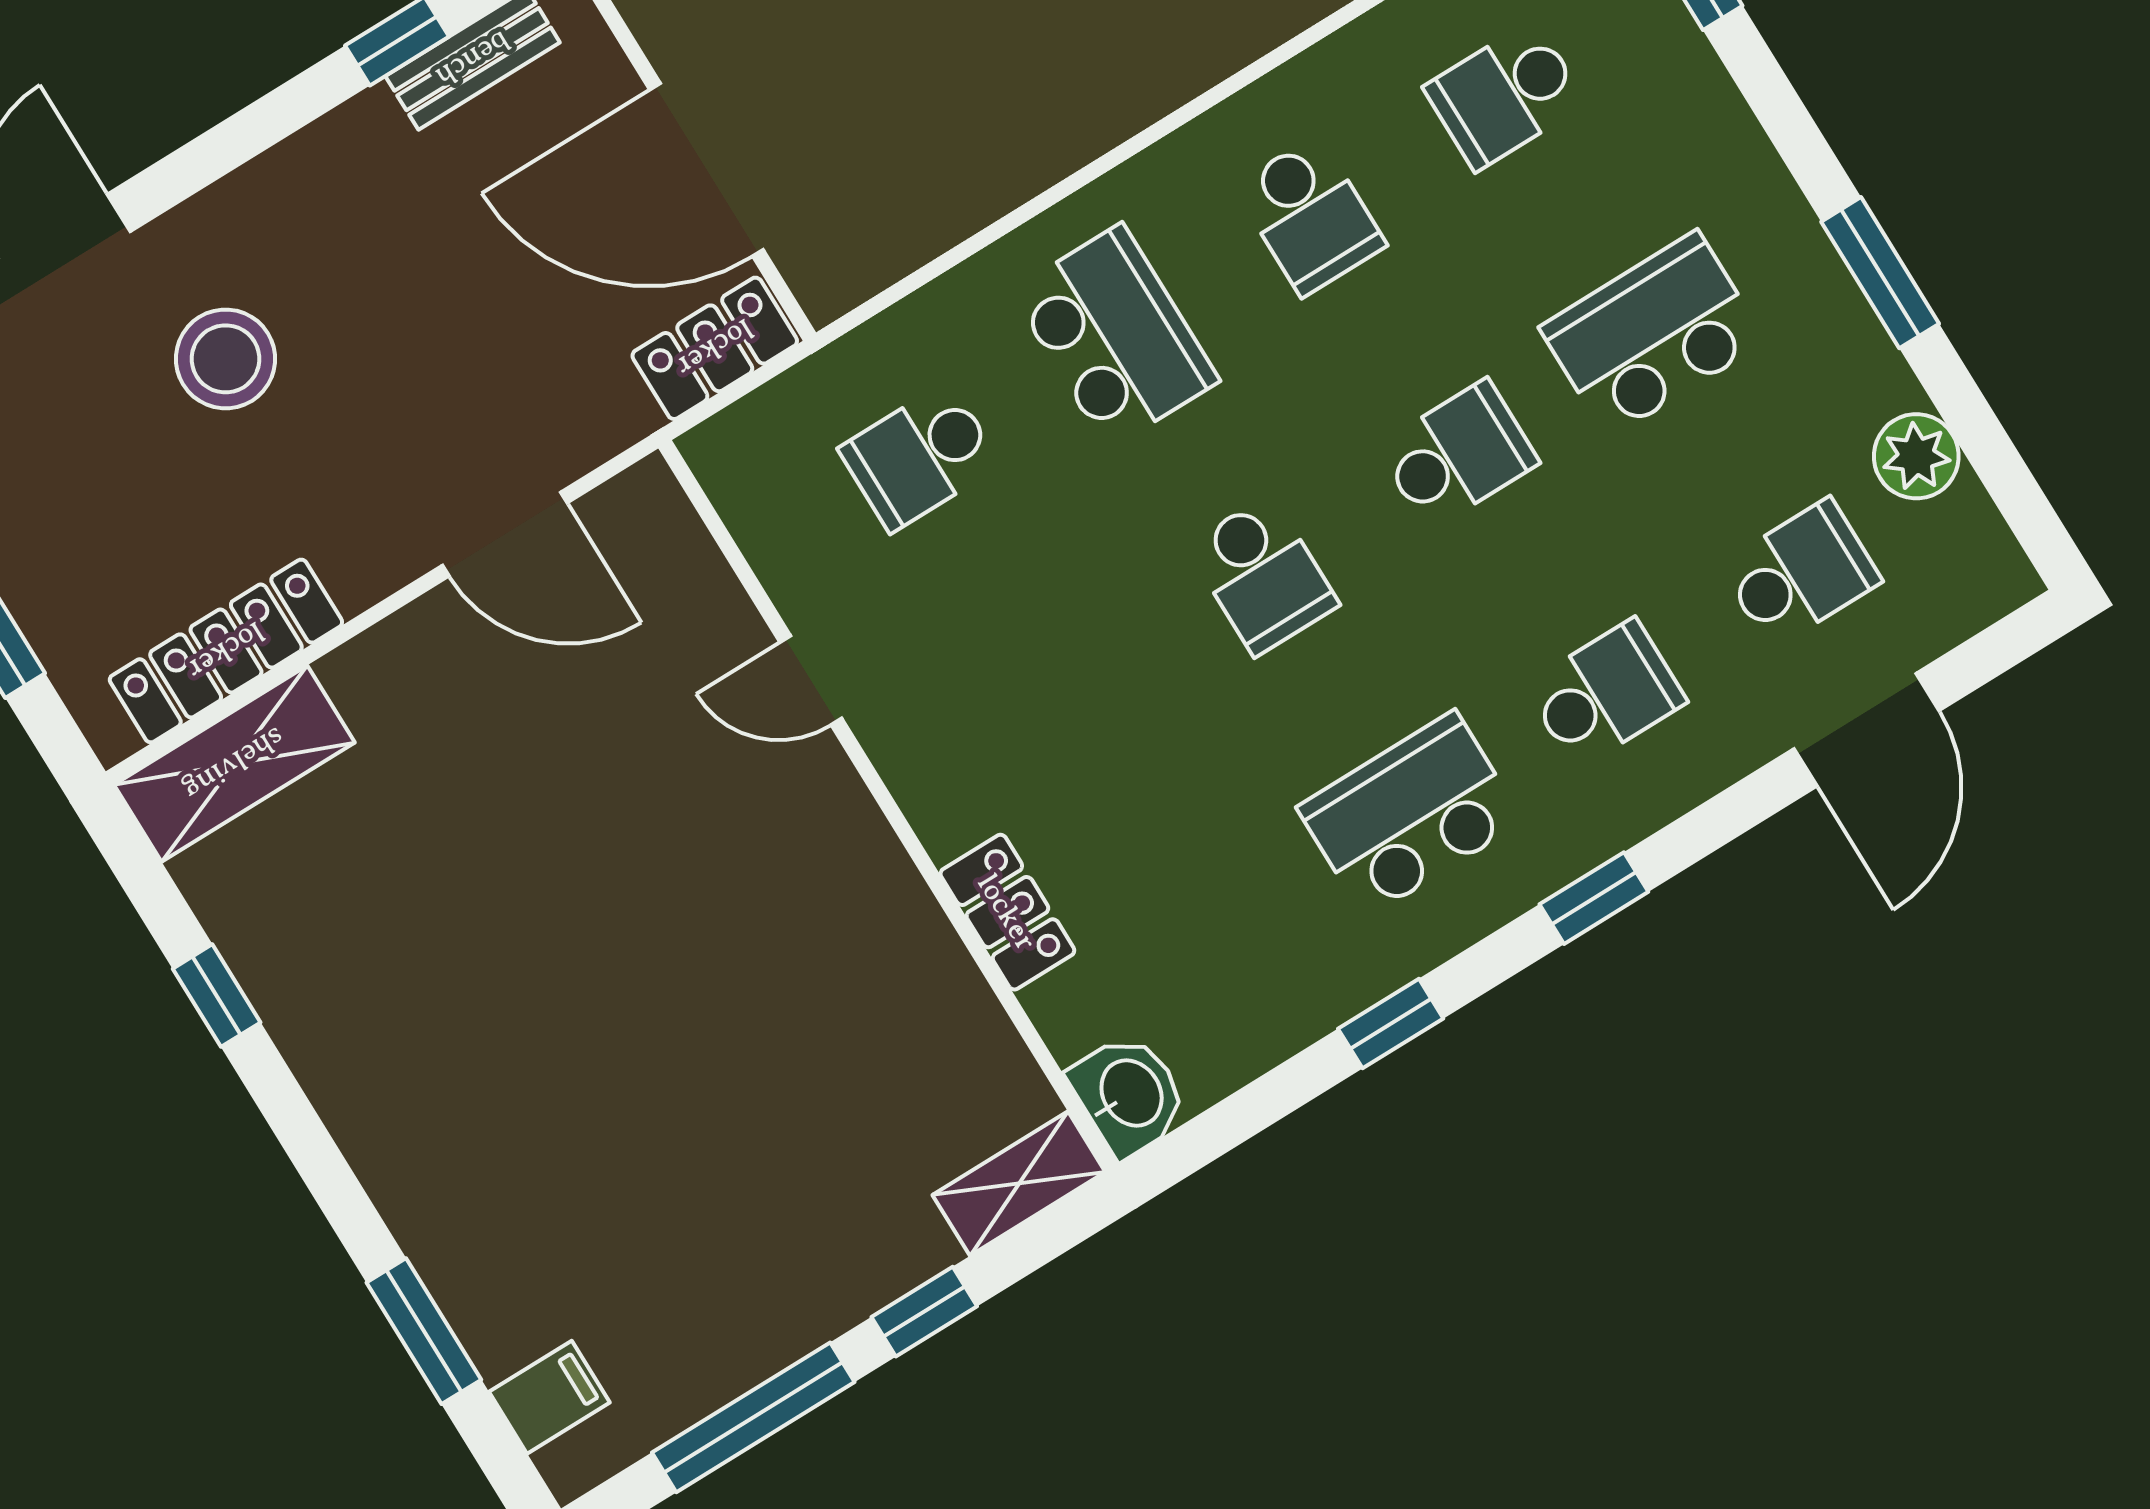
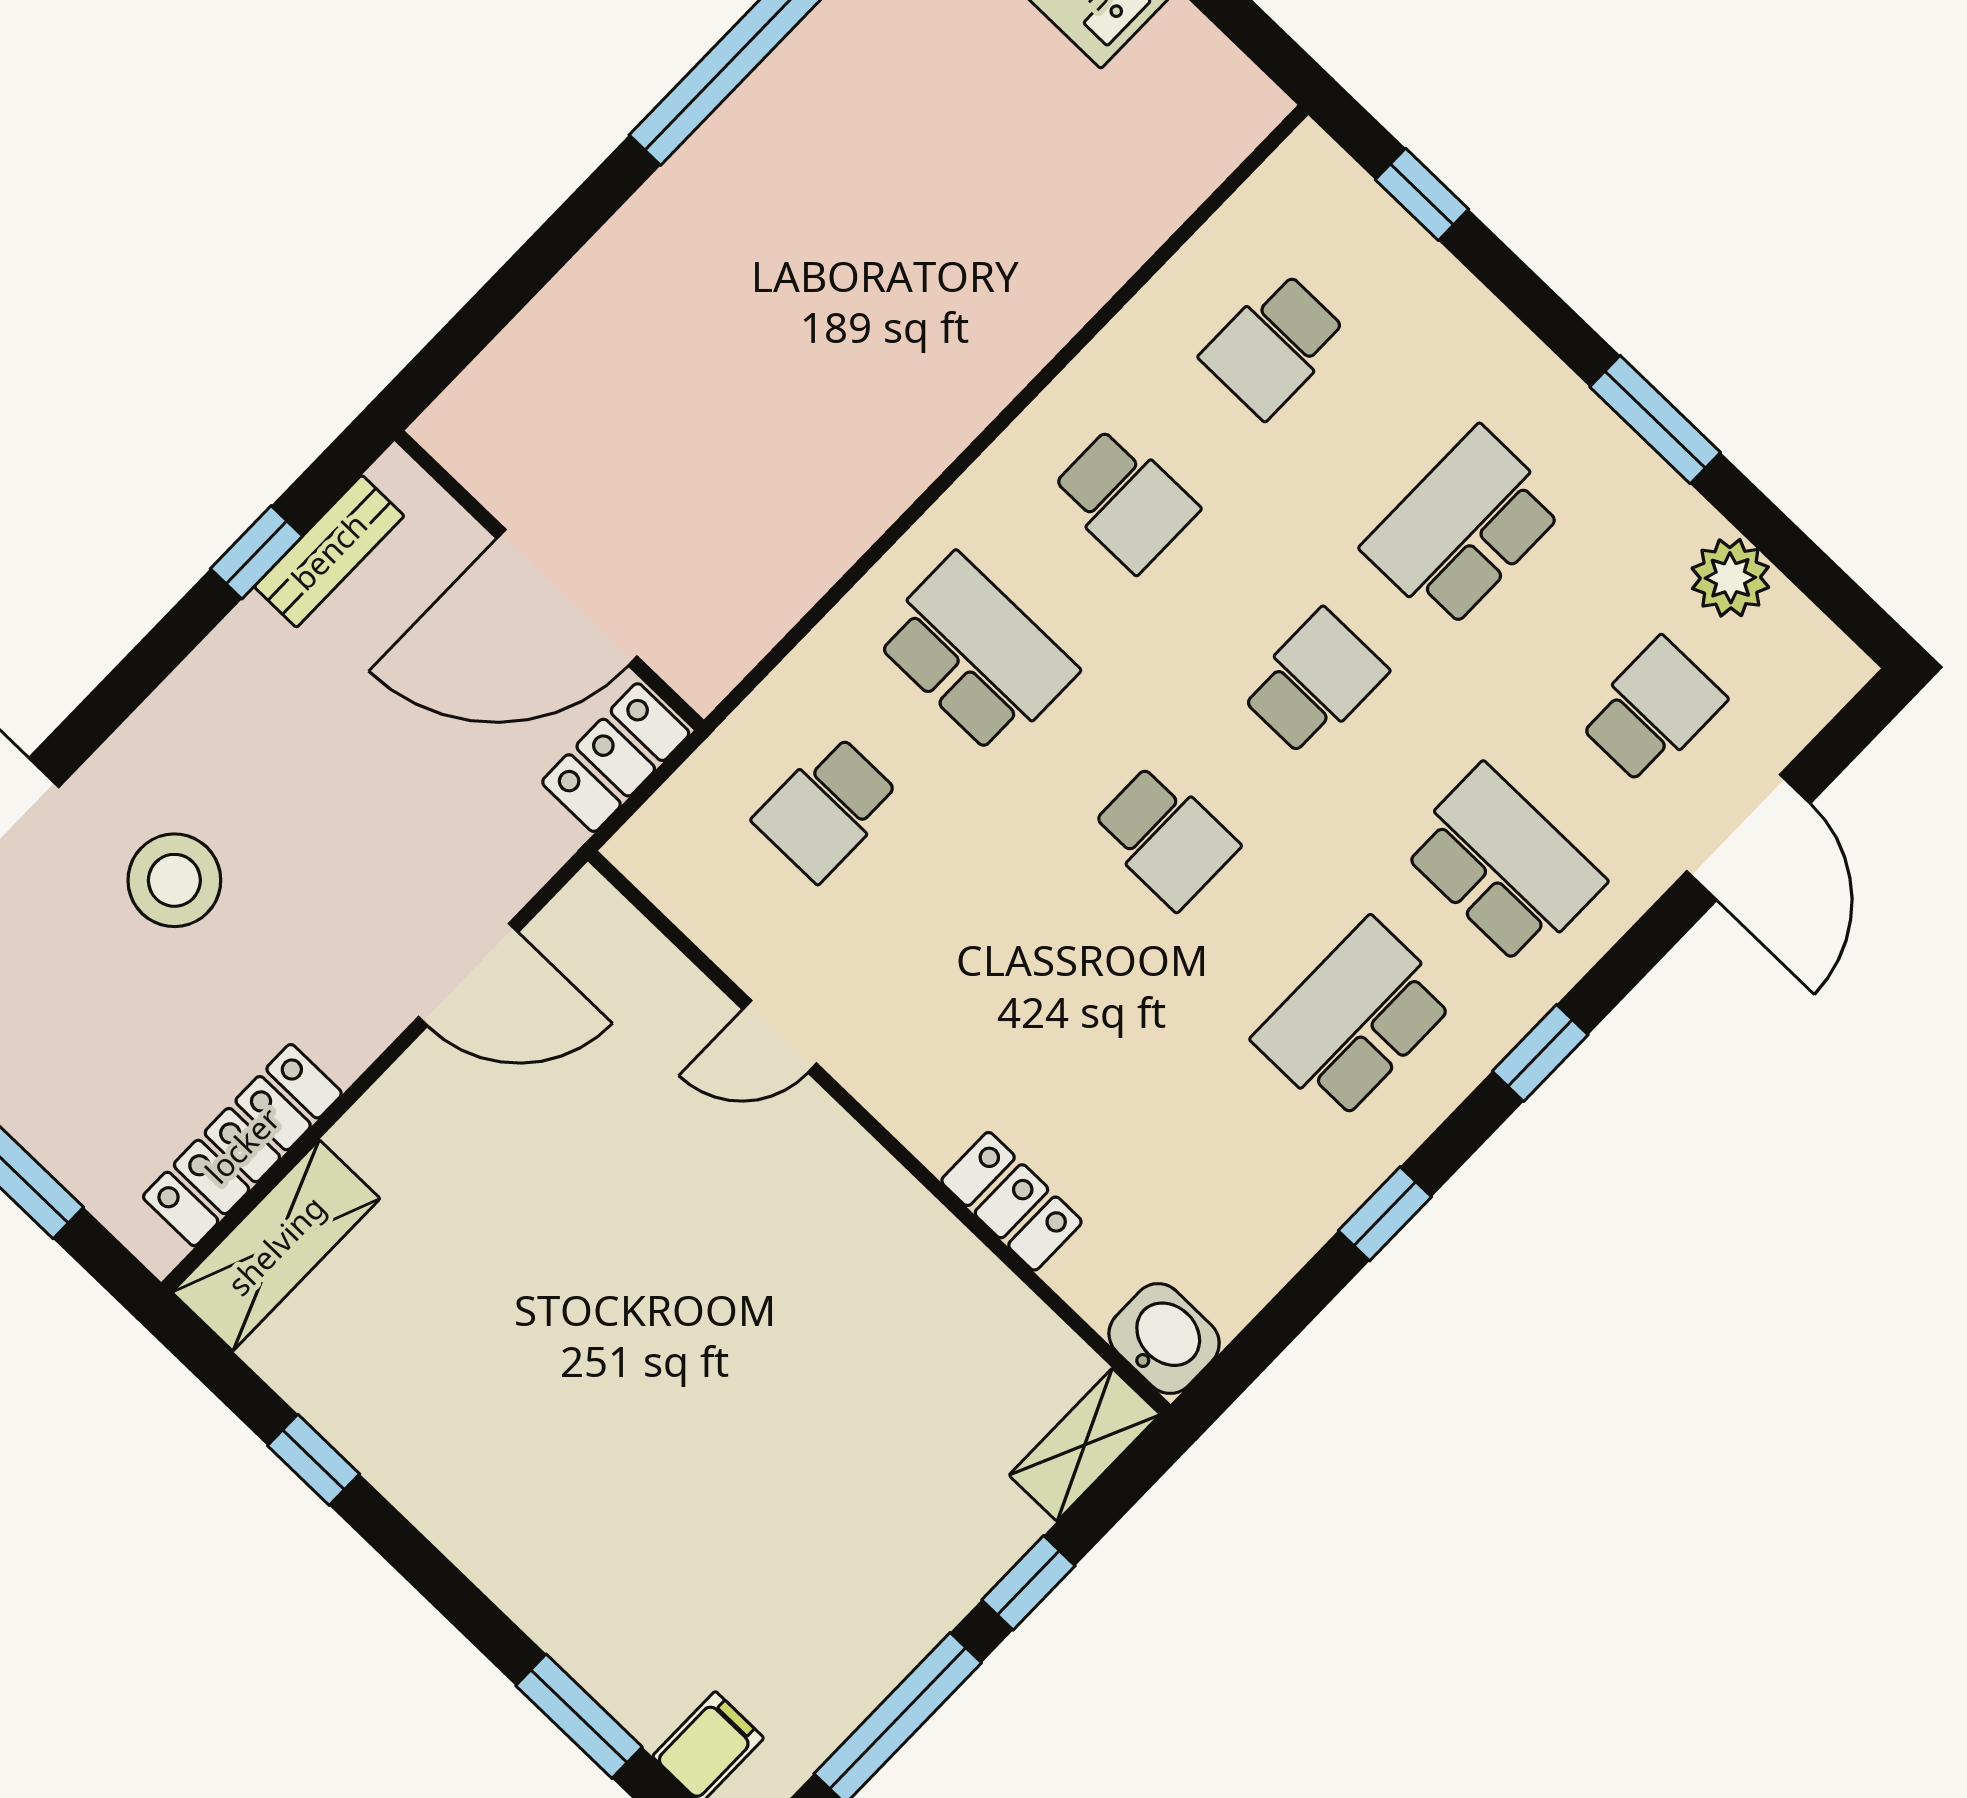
school desk: (1605, 694) -> (1503, 865), width x1.85

